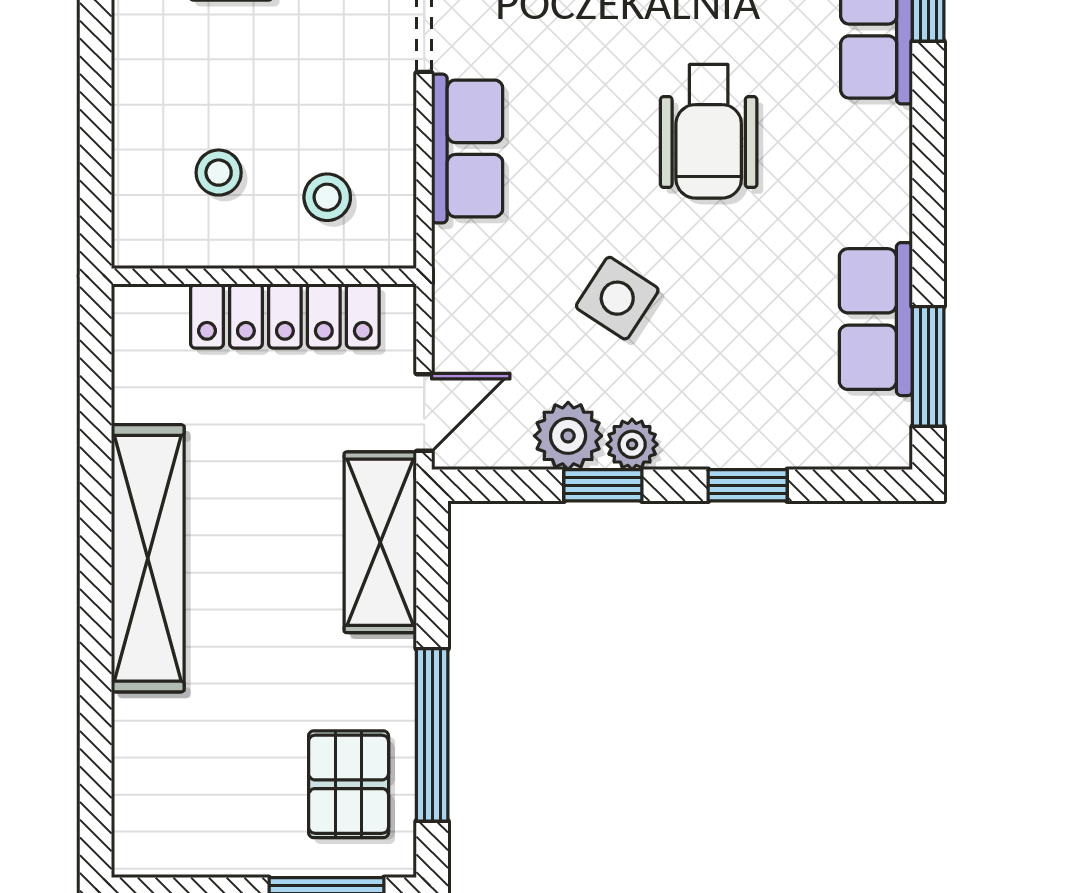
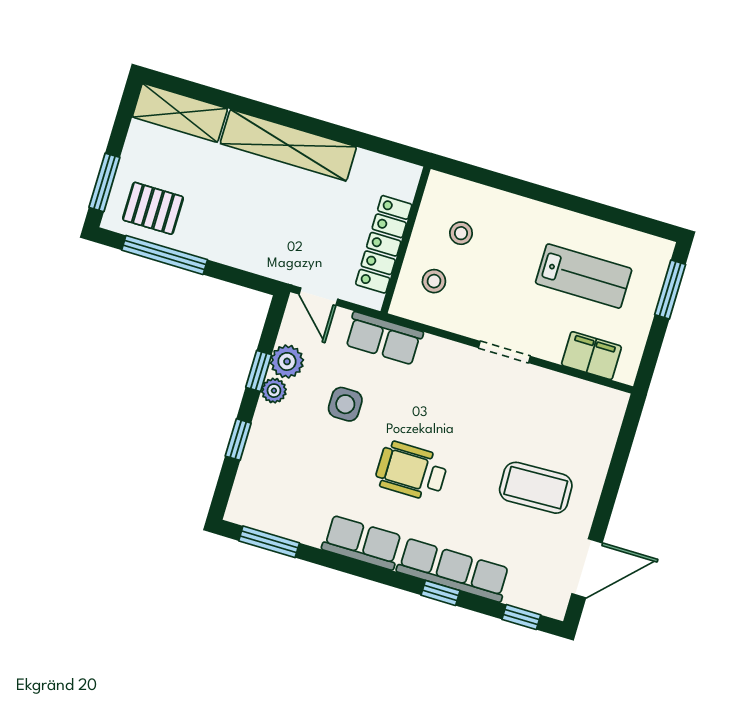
row of seats: (467, 148) -> (384, 338), moved
side table: (617, 298) -> (345, 404), turned -33
row of seats: (876, 319) -> (362, 543), moved
shelving: (380, 542) -> (180, 113), moved

